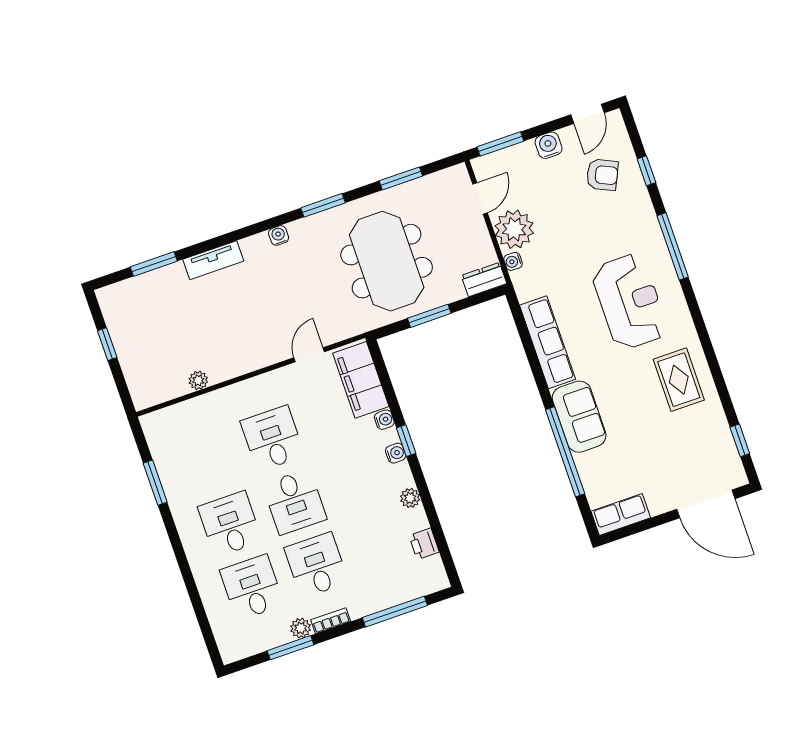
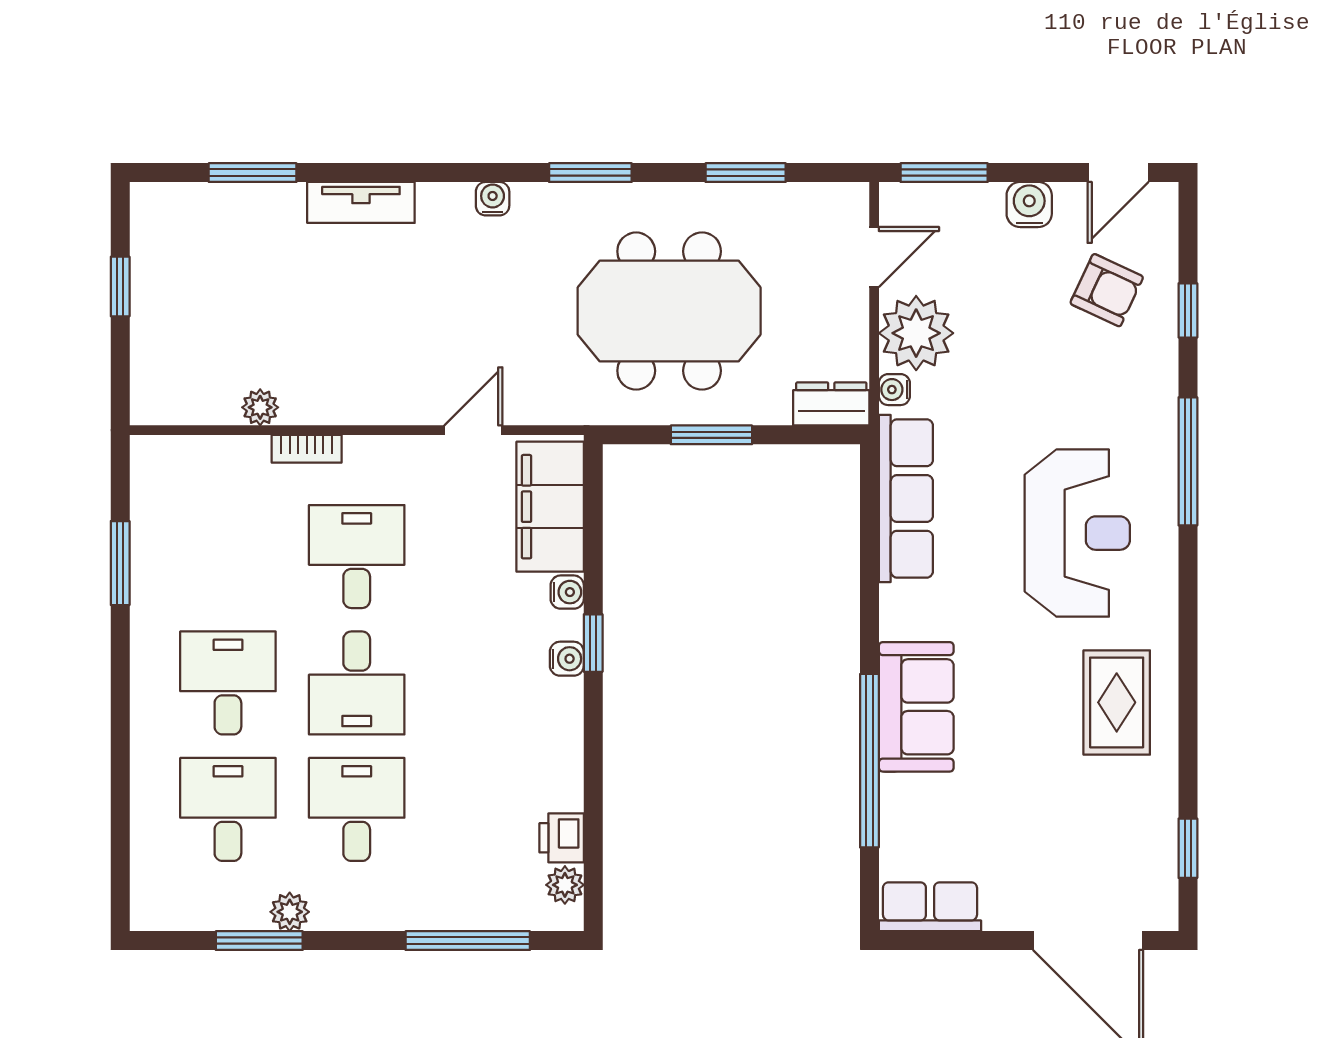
meeting table: (387, 261) -> (669, 311), turned 90
row of seats: (548, 342) -> (906, 498), moved
plant: (410, 498) -> (565, 885), moved
bookcase: (331, 621) -> (307, 449), moved, turned 180

